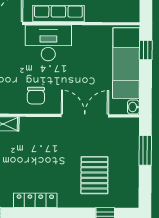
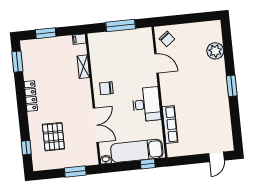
row of seats: (58, 14) -> (170, 124), moved
desk: (48, 43) -> (146, 104), moved
pallet: (94, 175) -> (53, 137), turned 90

